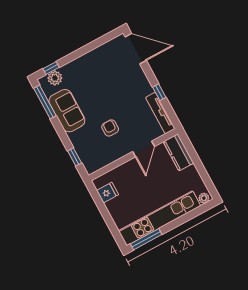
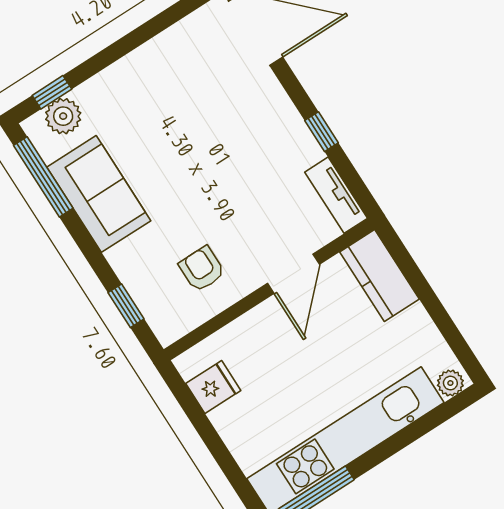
tv unit: (160, 113) -> (336, 195), width x0.71
armchair: (110, 128) -> (202, 269), moved

